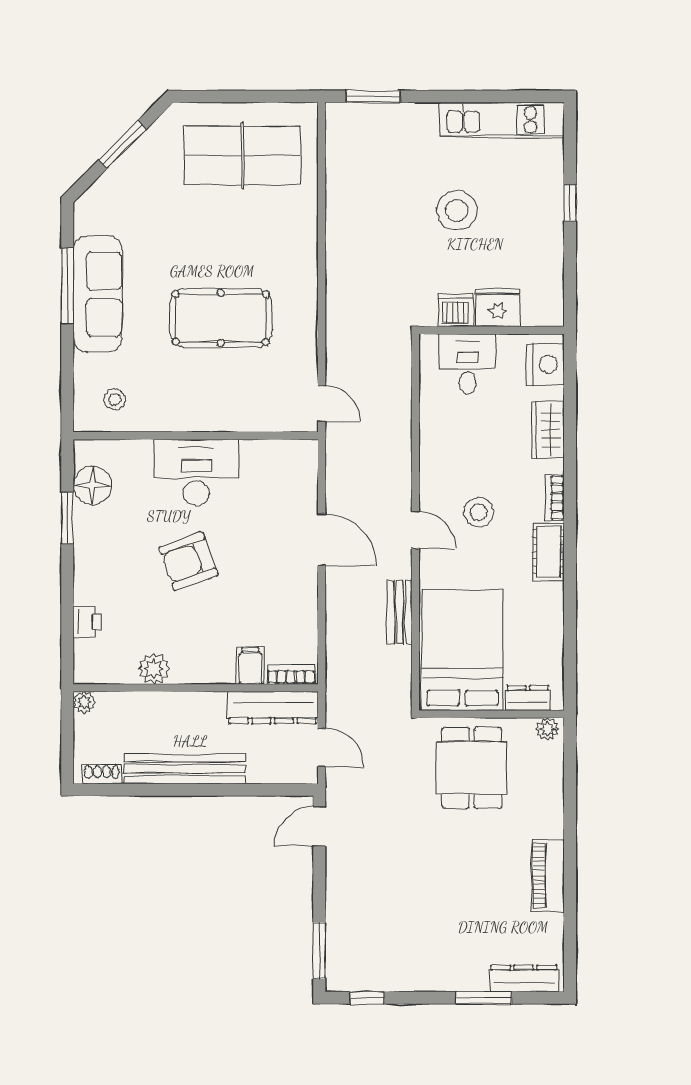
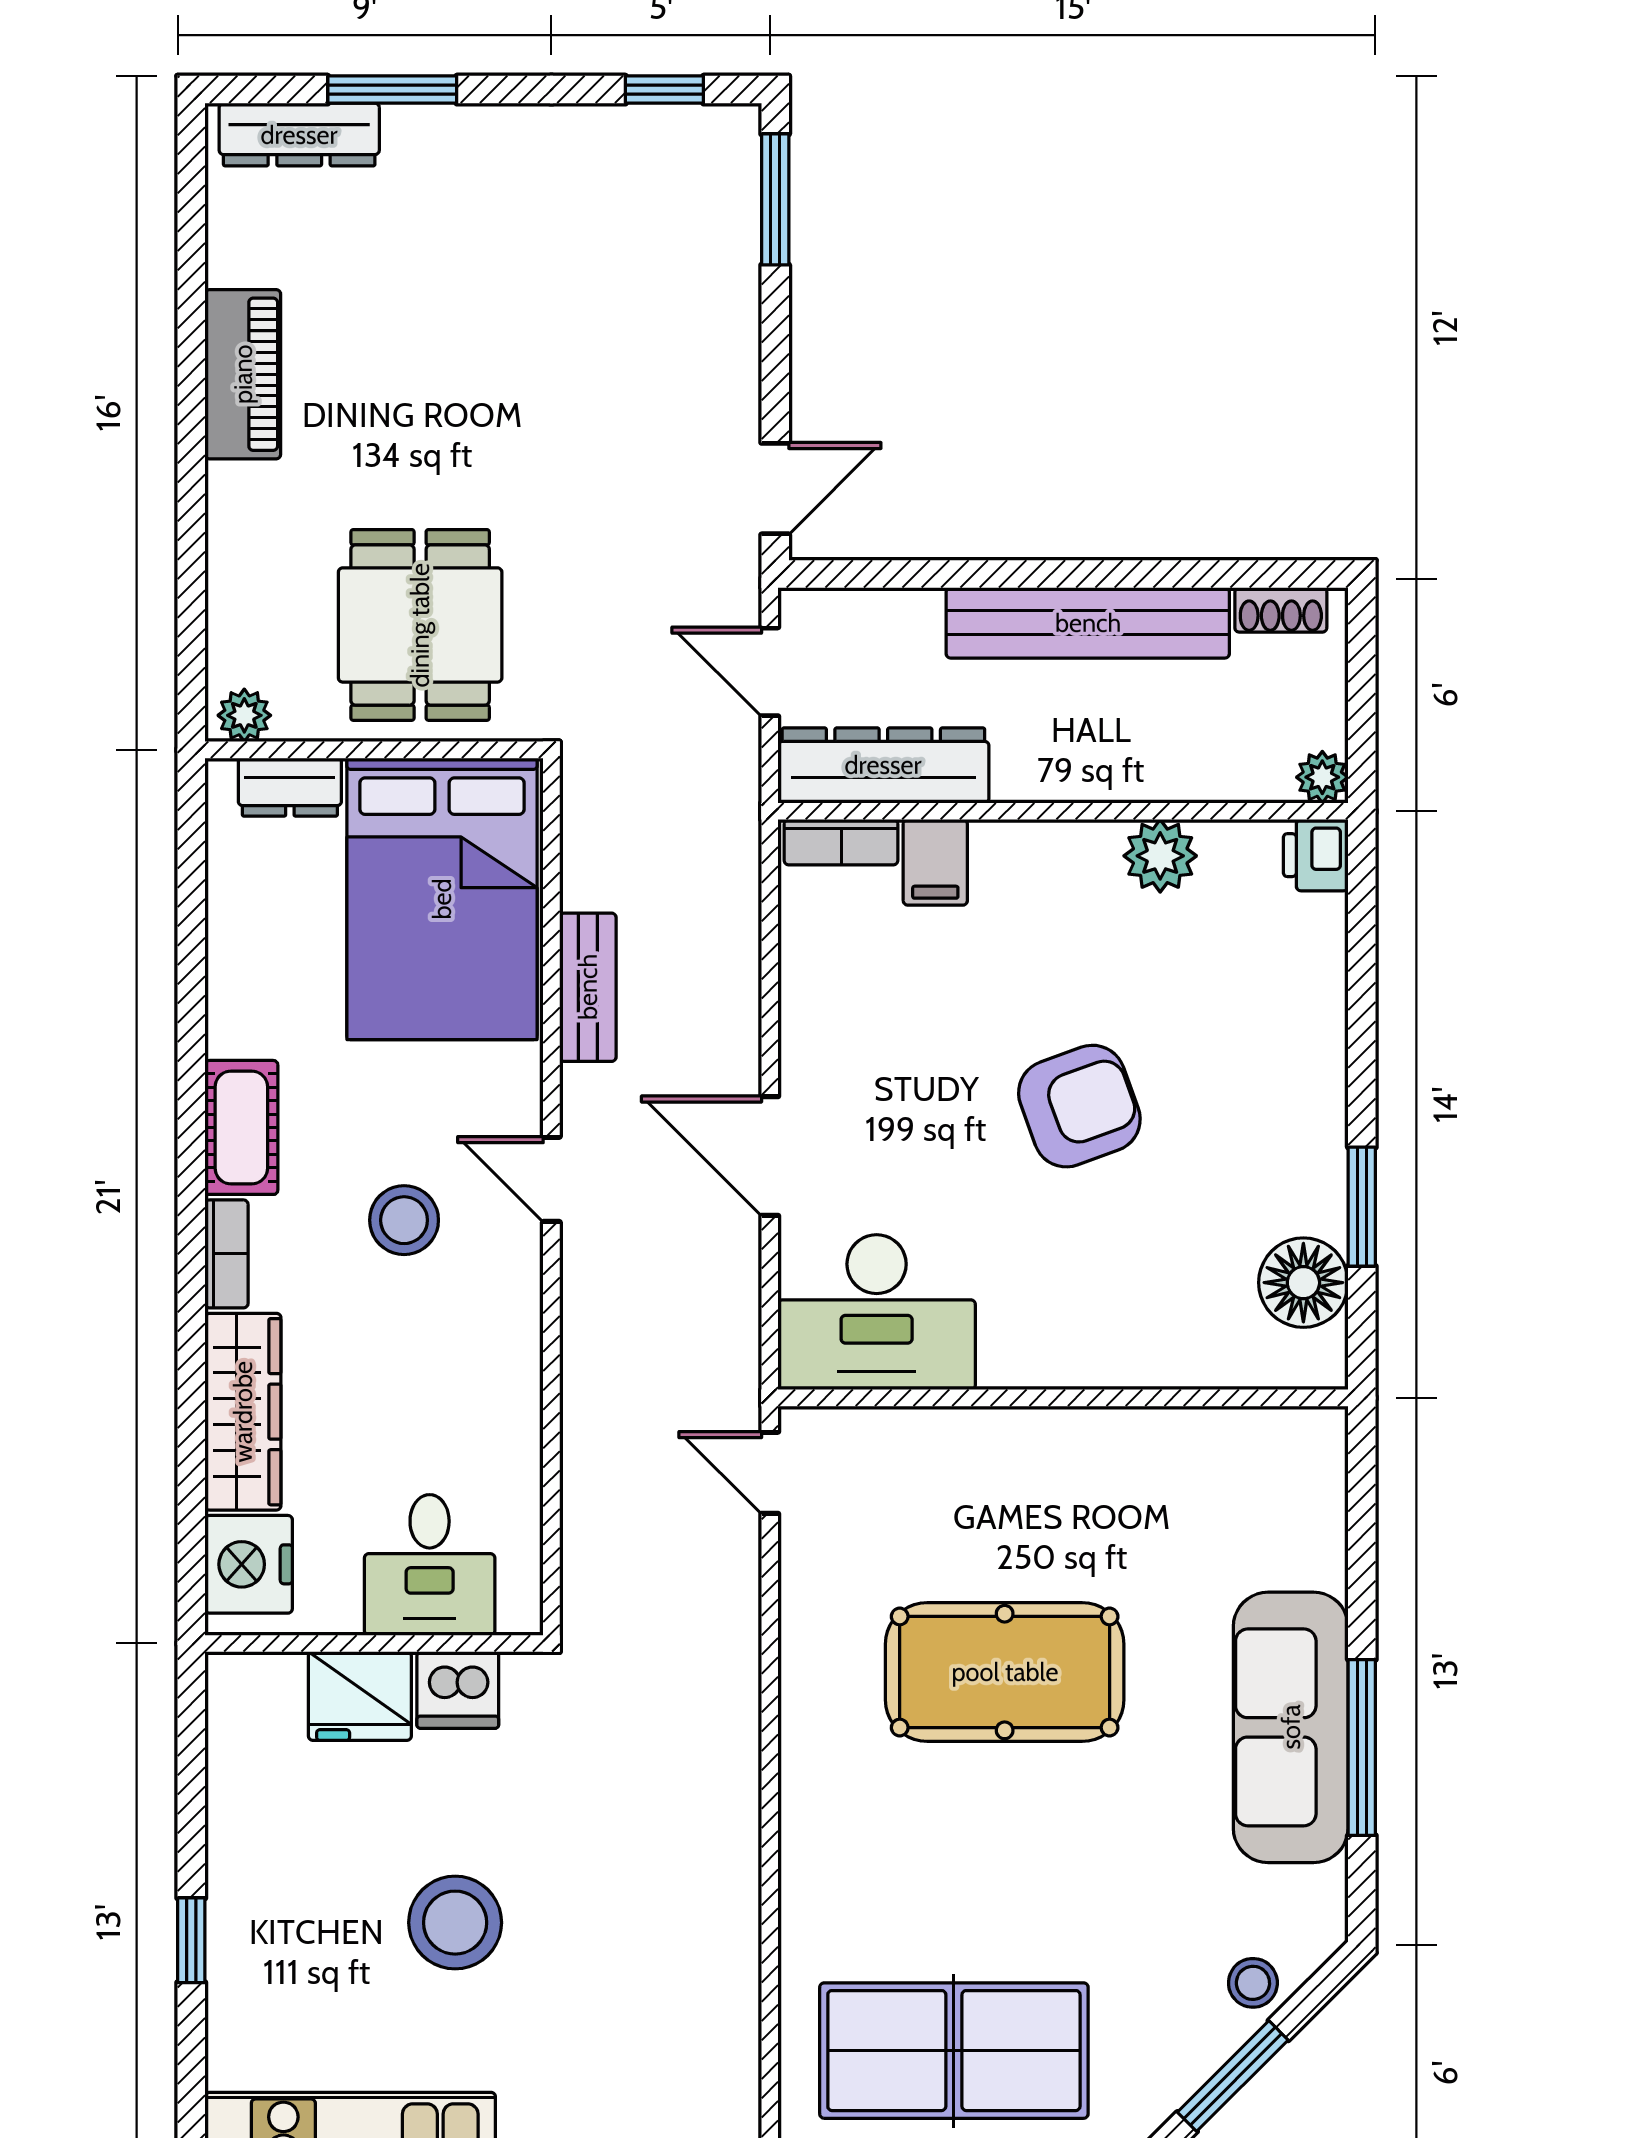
stool: (115, 399) -> (1253, 1983), moved
wardrobe: (548, 430) -> (243, 1412), width x1.50
desk: (196, 473) -> (877, 1312), moved
printer: (87, 622) -> (1316, 855), moved

